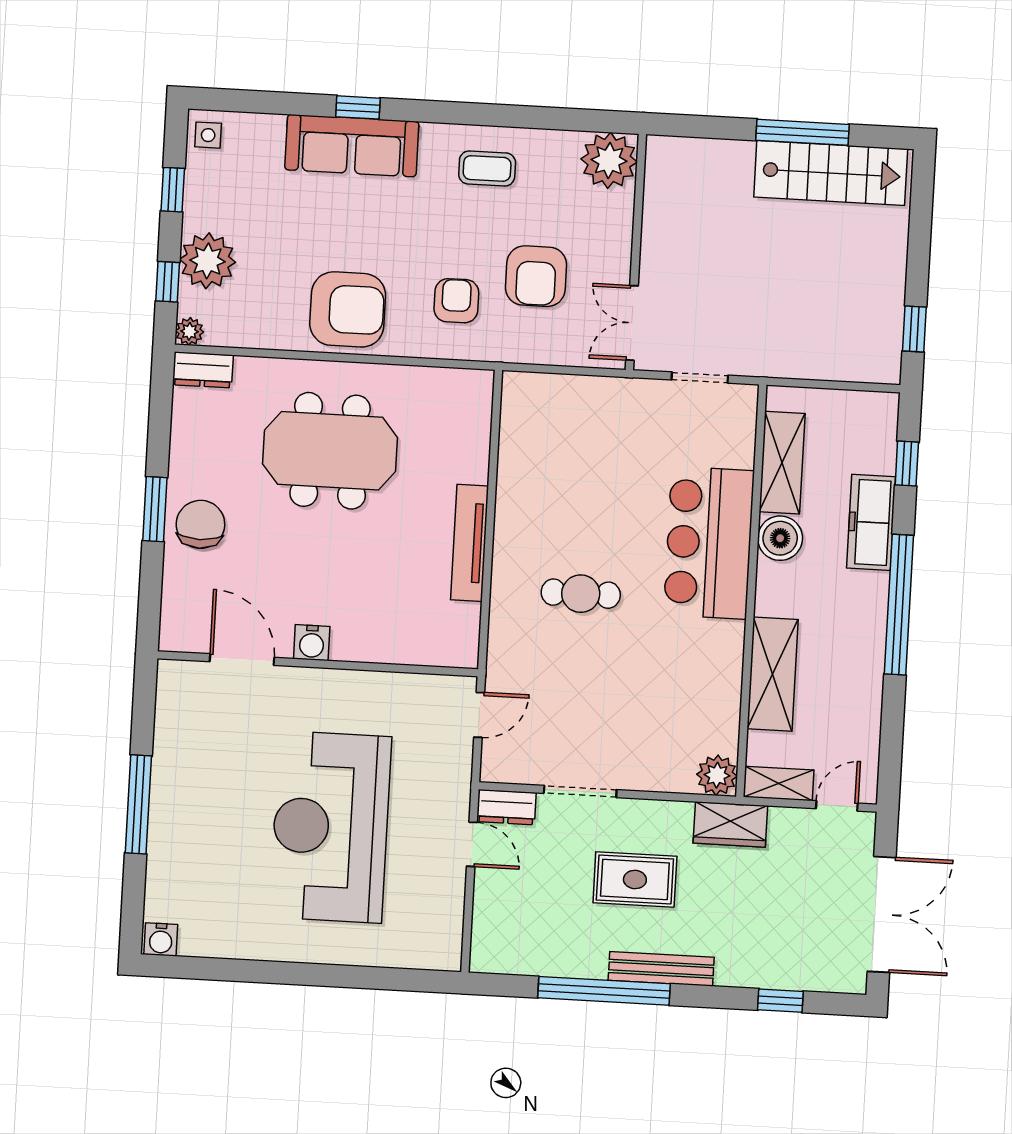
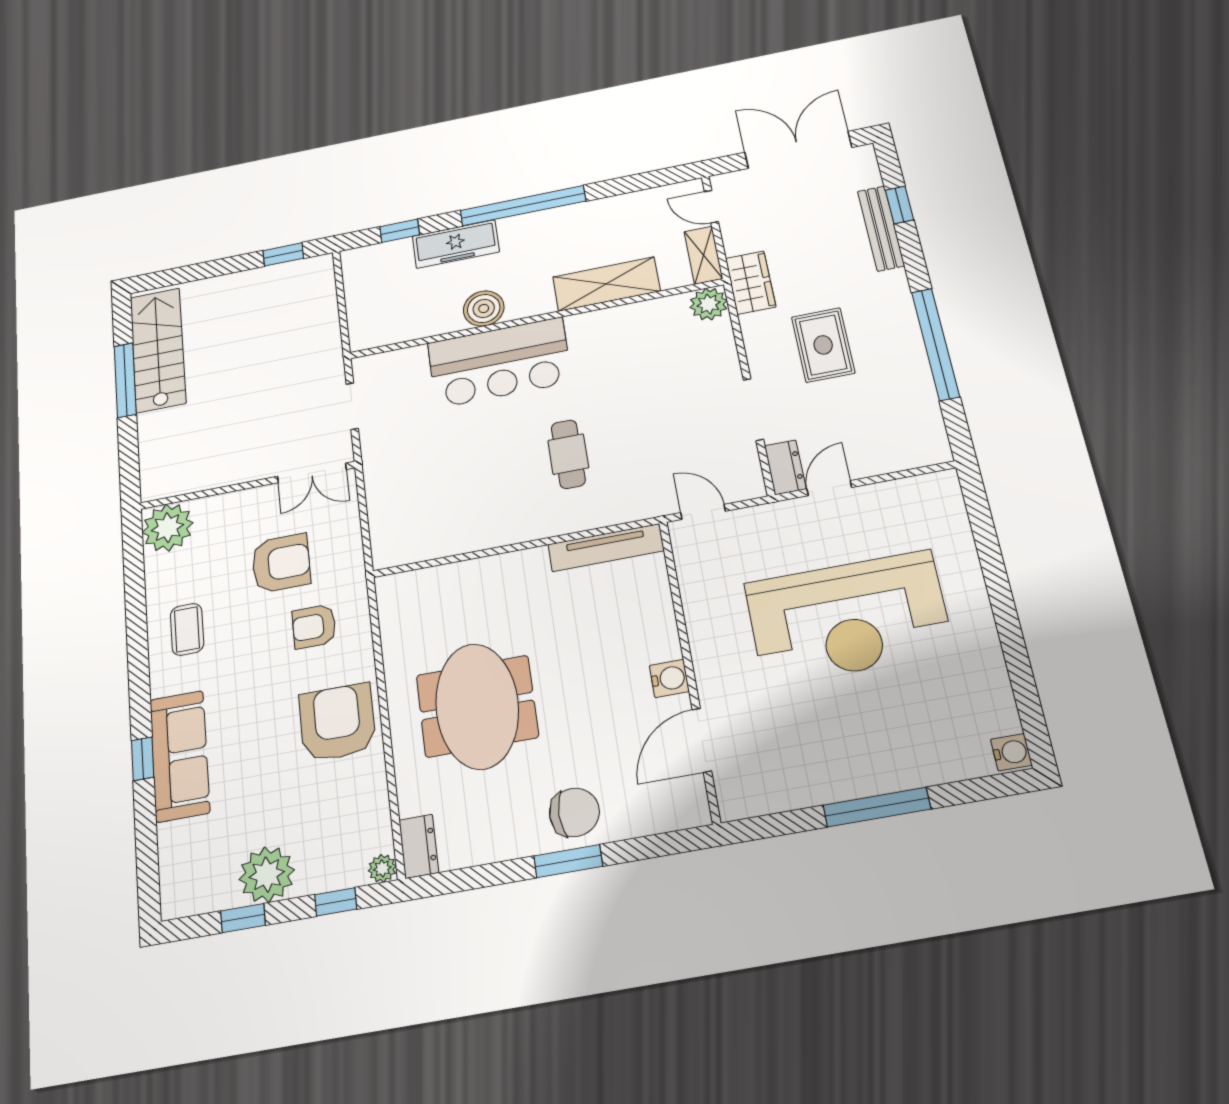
side table: (208, 135) -> (185, 896), removed
plant: (208, 261) -> (267, 875), moved
shelving: (782, 463) -> (416, 324), removed
chair: (200, 524) -> (574, 812), turned 180
tv unit: (470, 543) -> (606, 548), moved
bench: (661, 969) -> (881, 228), moved

